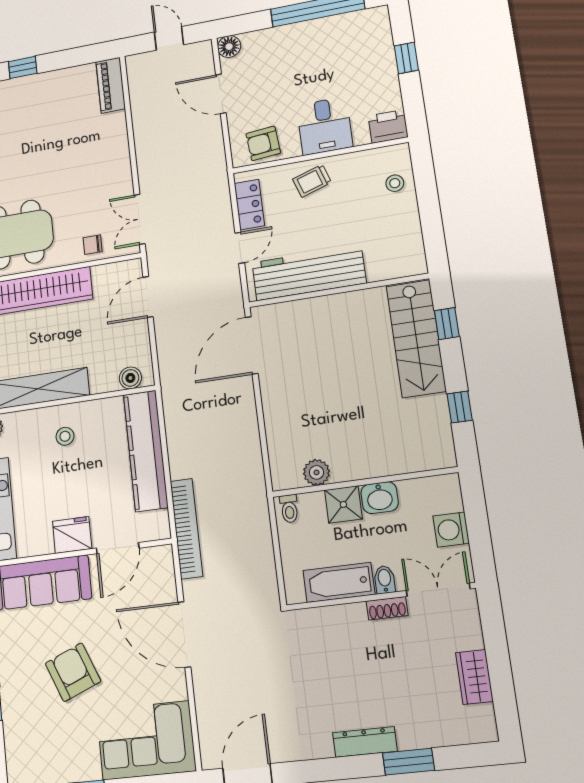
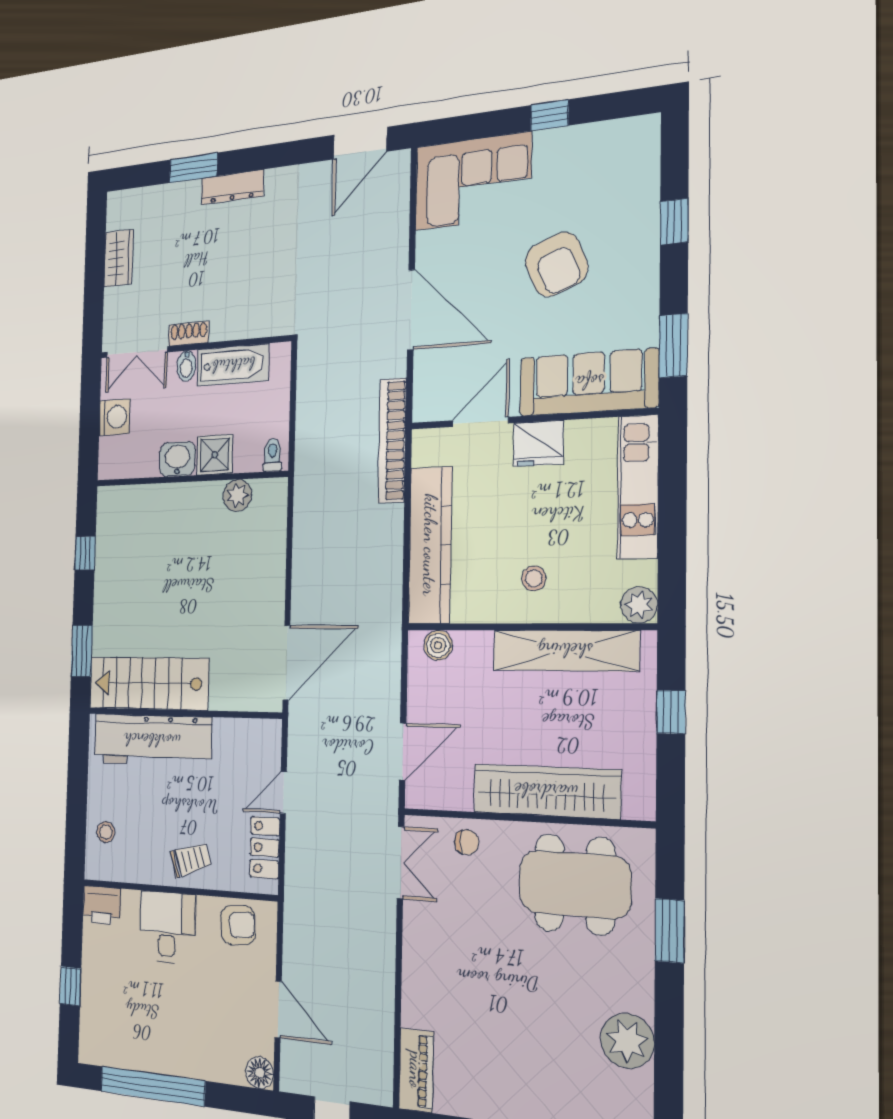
workbench: (309, 273) -> (152, 740), moved
window: (447, 324) -> (82, 651), width x1.50
stairs: (416, 339) -> (148, 683), moved, turned -90

